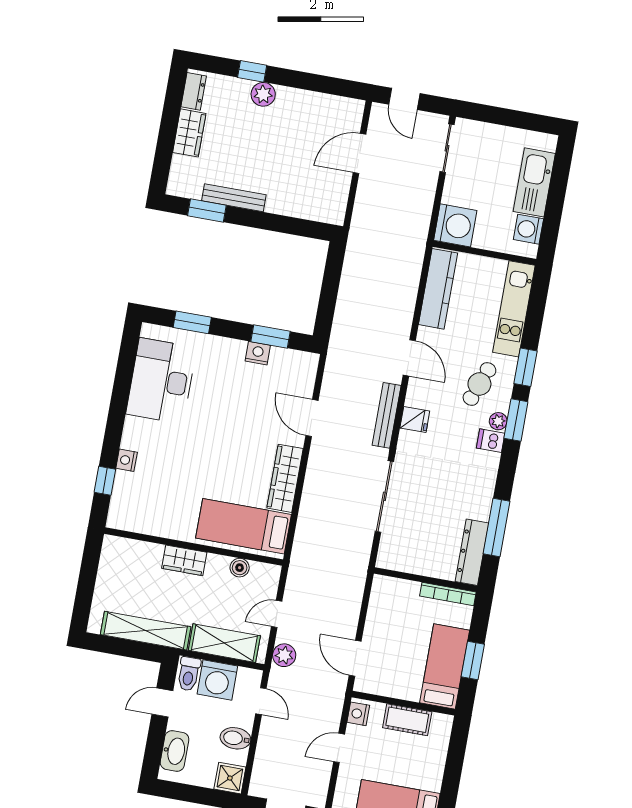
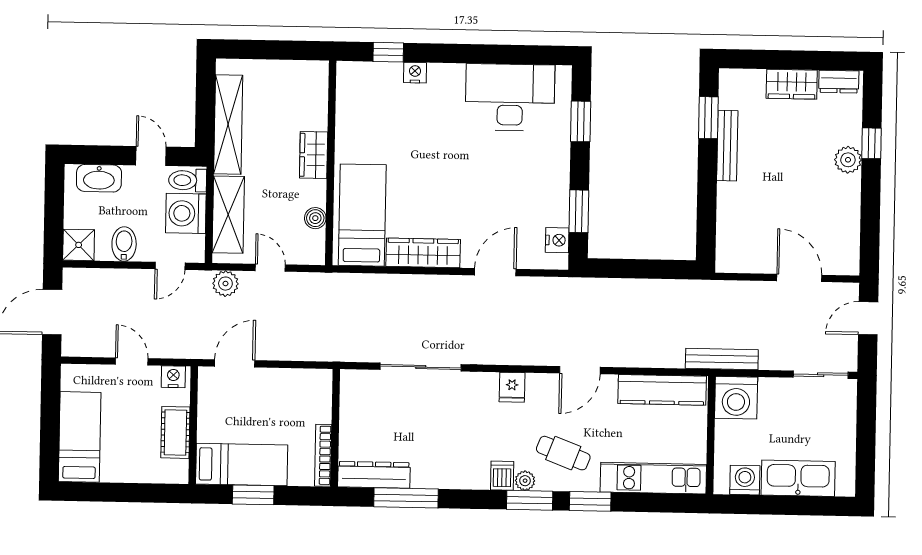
nightstand: (258, 353) -> (557, 240), moved
bench: (387, 415) -> (722, 359), moved

